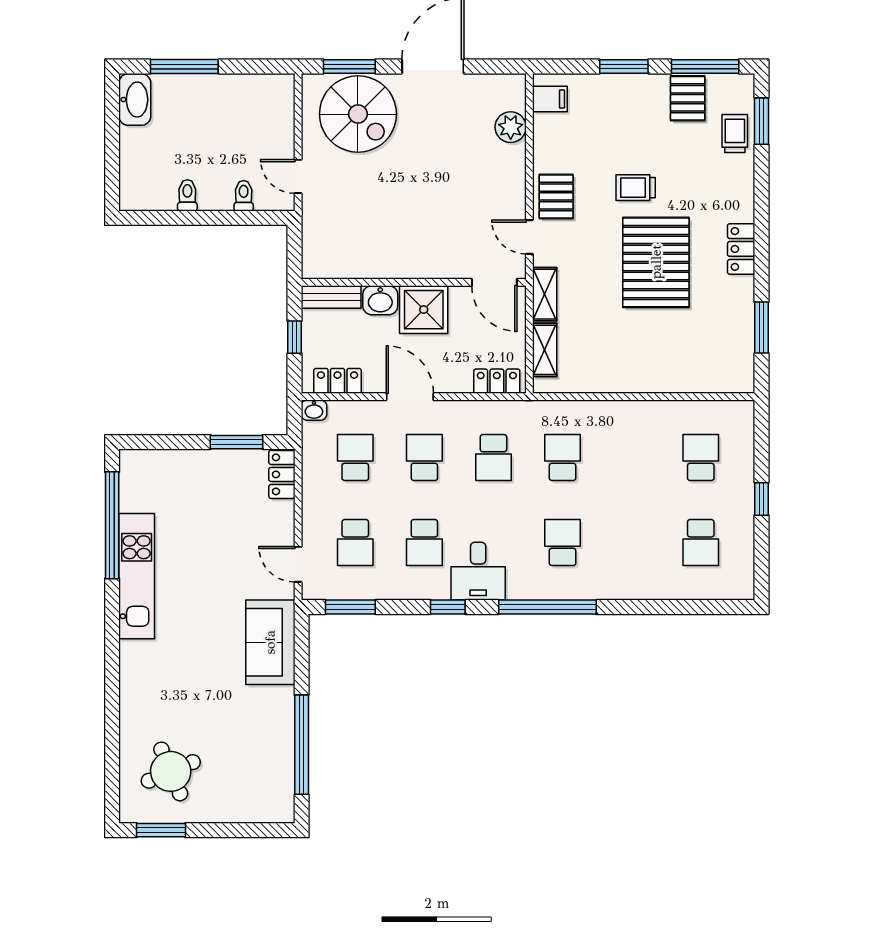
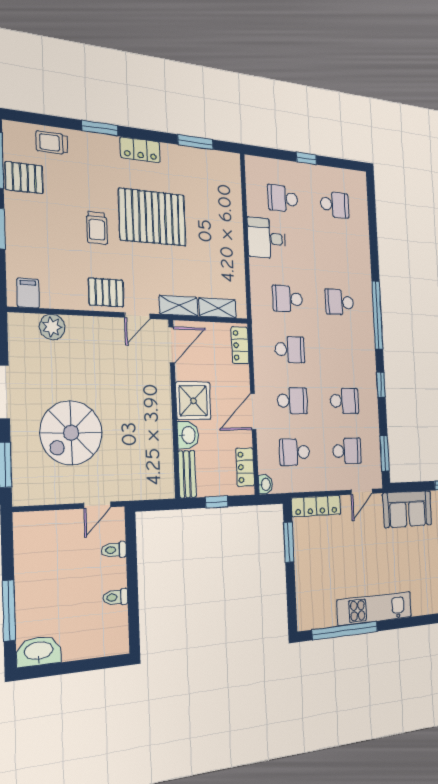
spiral stairs: (358, 114) -> (71, 433), moved, turned 180
window: (761, 121) -> (100, 128), moved
school desk: (424, 458) -> (292, 401), turned 180
locker: (282, 474) -> (316, 506), width x1.53
desk: (478, 571) -> (267, 238), moved, turned 180

